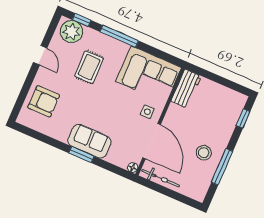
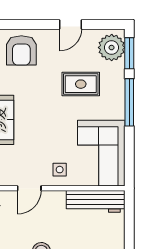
window: (82, 20) -> (129, 53), width x1.50
workbench: (186, 89) -> (96, 201), width x1.37
door: (152, 141) -> (29, 188), width x0.53

